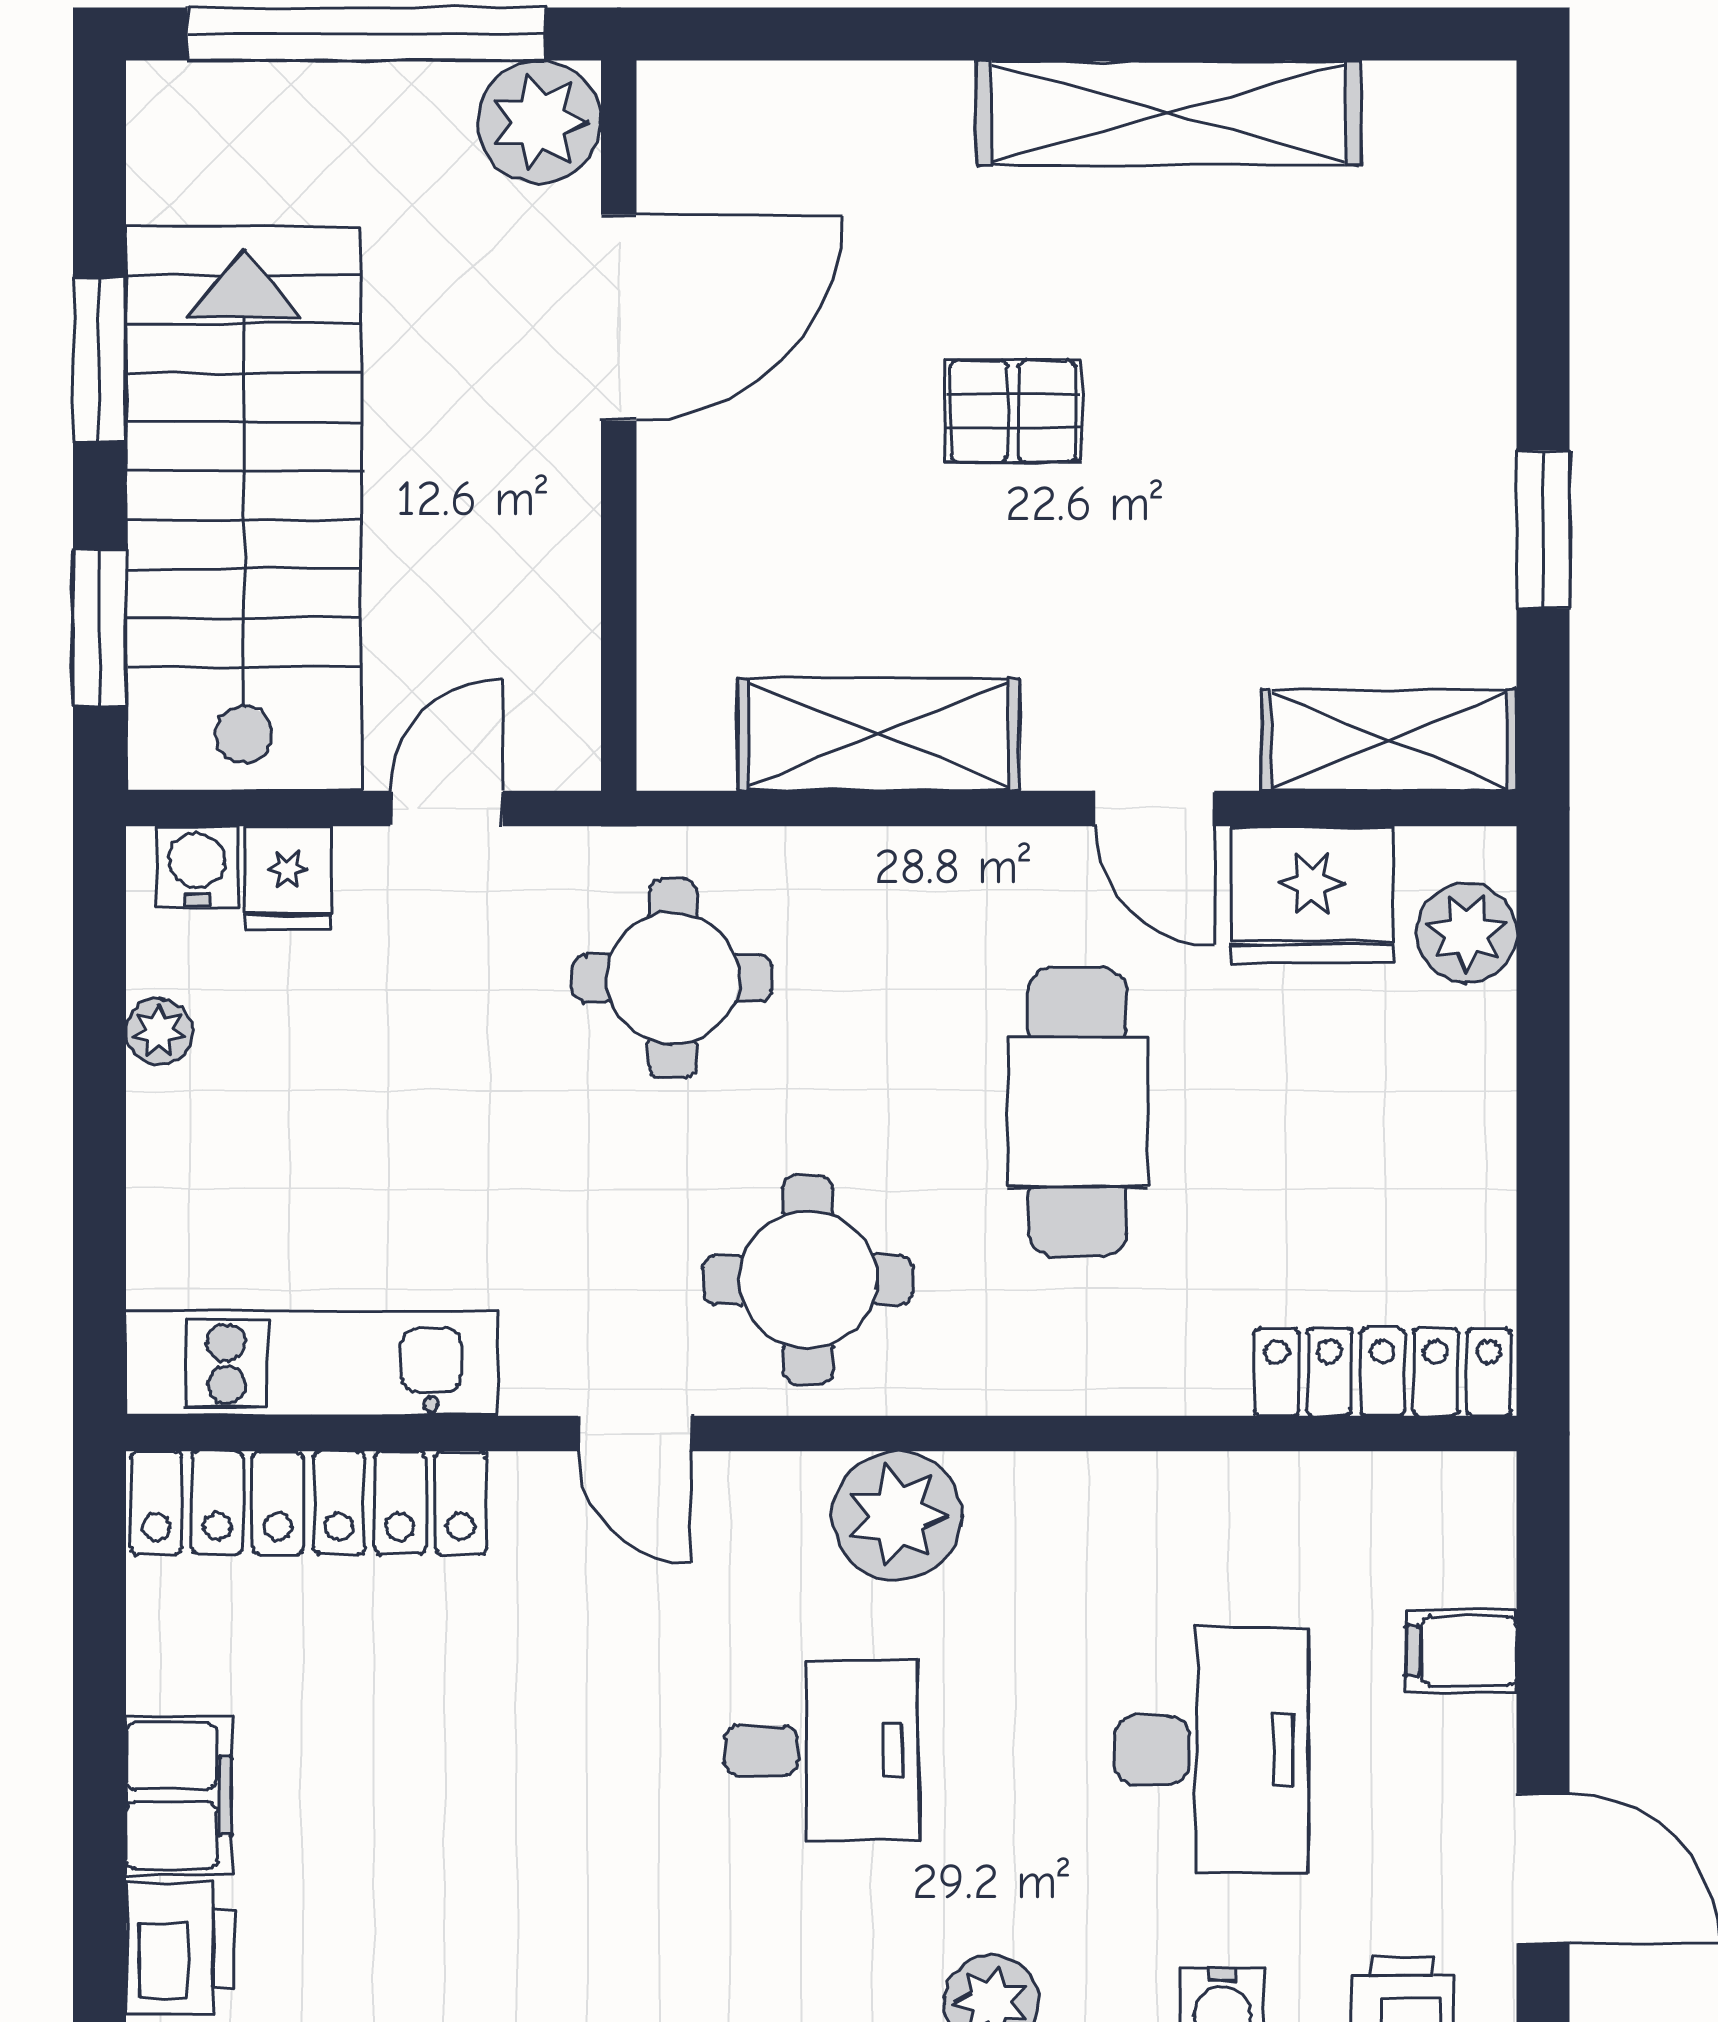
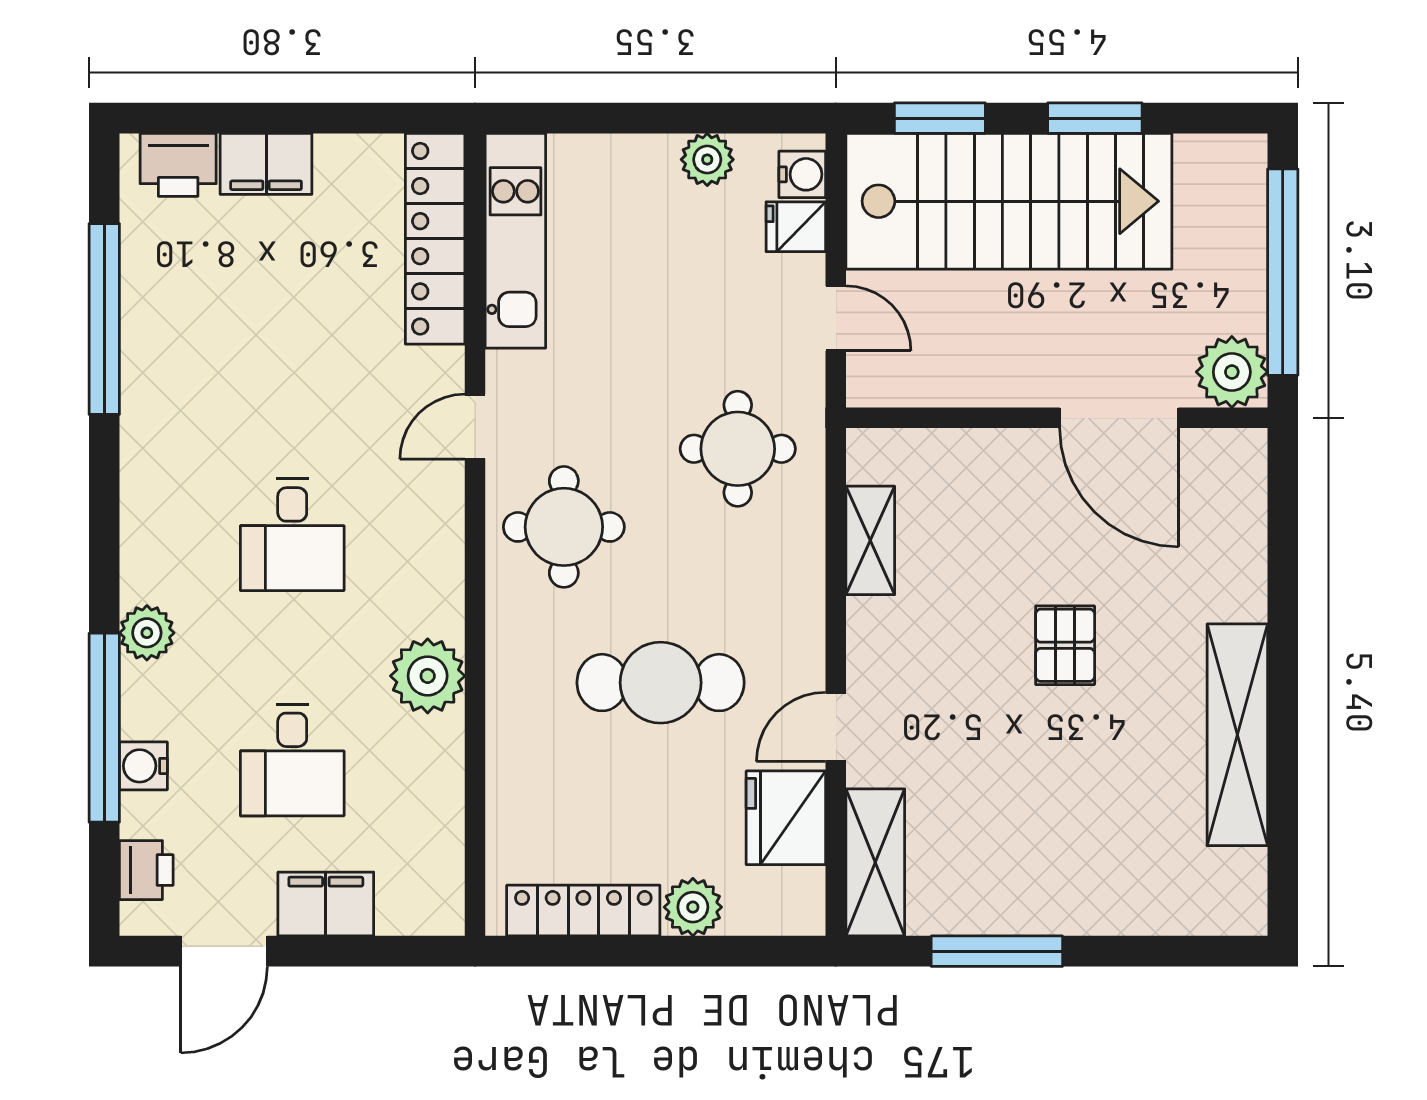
window: (1543, 529) -> (997, 951), width x1.44
shelving: (878, 735) -> (870, 540), width x0.67, depth x0.75
plant: (1467, 933) -> (693, 907), moved
plant: (159, 1031) -> (707, 160), width x1.38, depth x1.38
locker: (1383, 1372) -> (583, 911), moved, turned -90
plant: (897, 1516) -> (428, 676), moved
filing cabinet: (1461, 1651) -> (326, 904), width x2.00
desk: (1212, 1750) -> (292, 760), width x0.73

